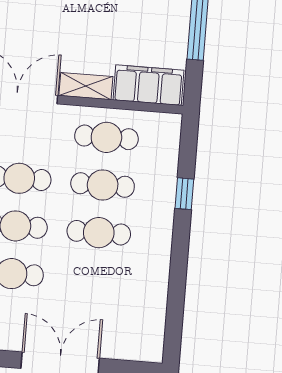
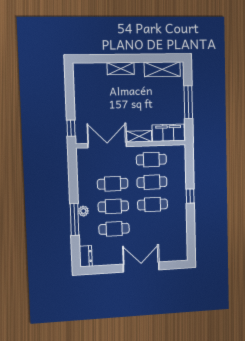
window: (184, 194) -> (190, 196), moved

